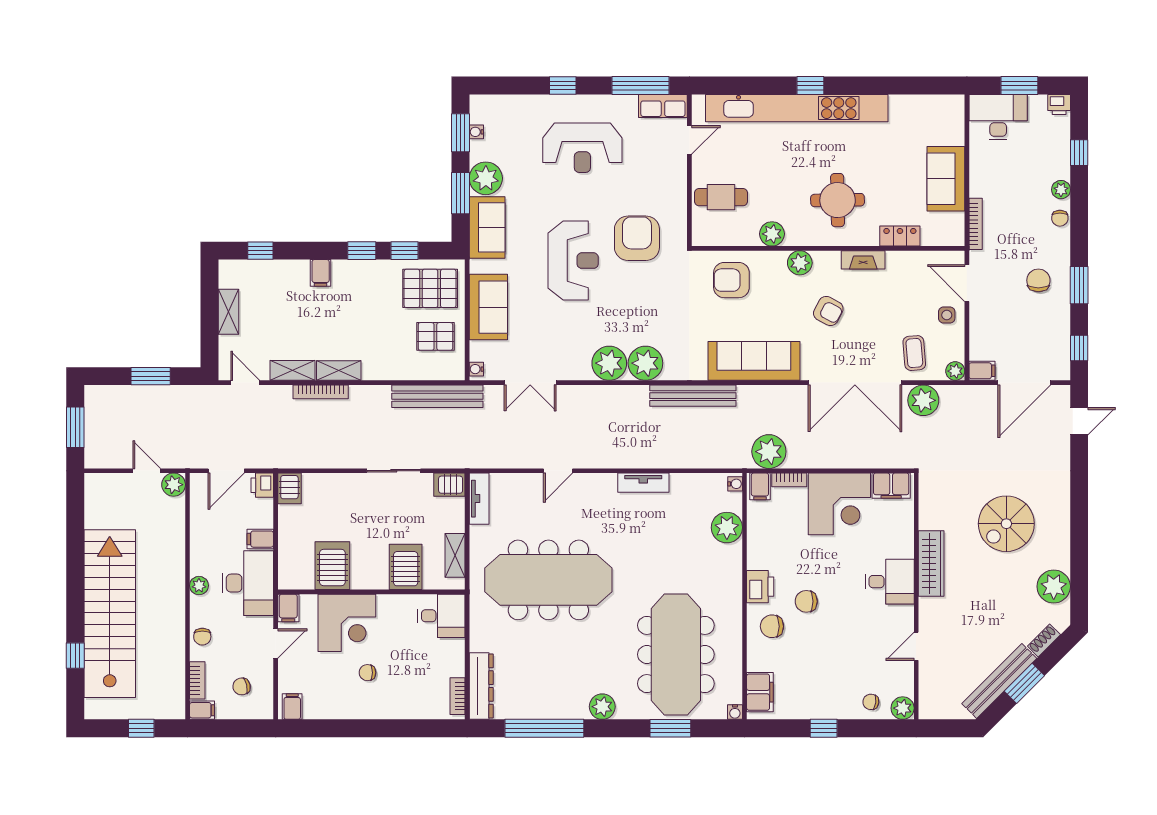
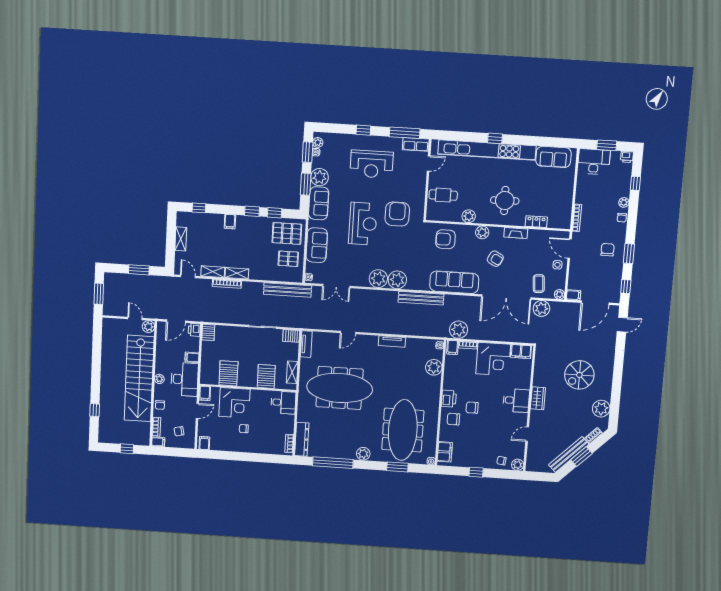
plant: (479, 114) -> (318, 142), added
sofa: (946, 179) -> (553, 157), moved, turned -90
wardrobe: (931, 564) -> (538, 398), width x0.67
stairs: (110, 614) -> (139, 378), moved, turned 180

